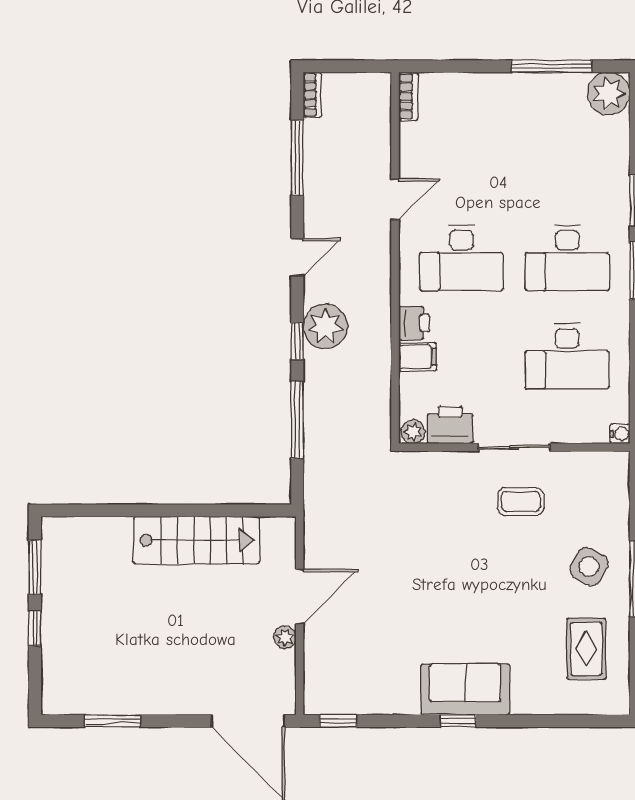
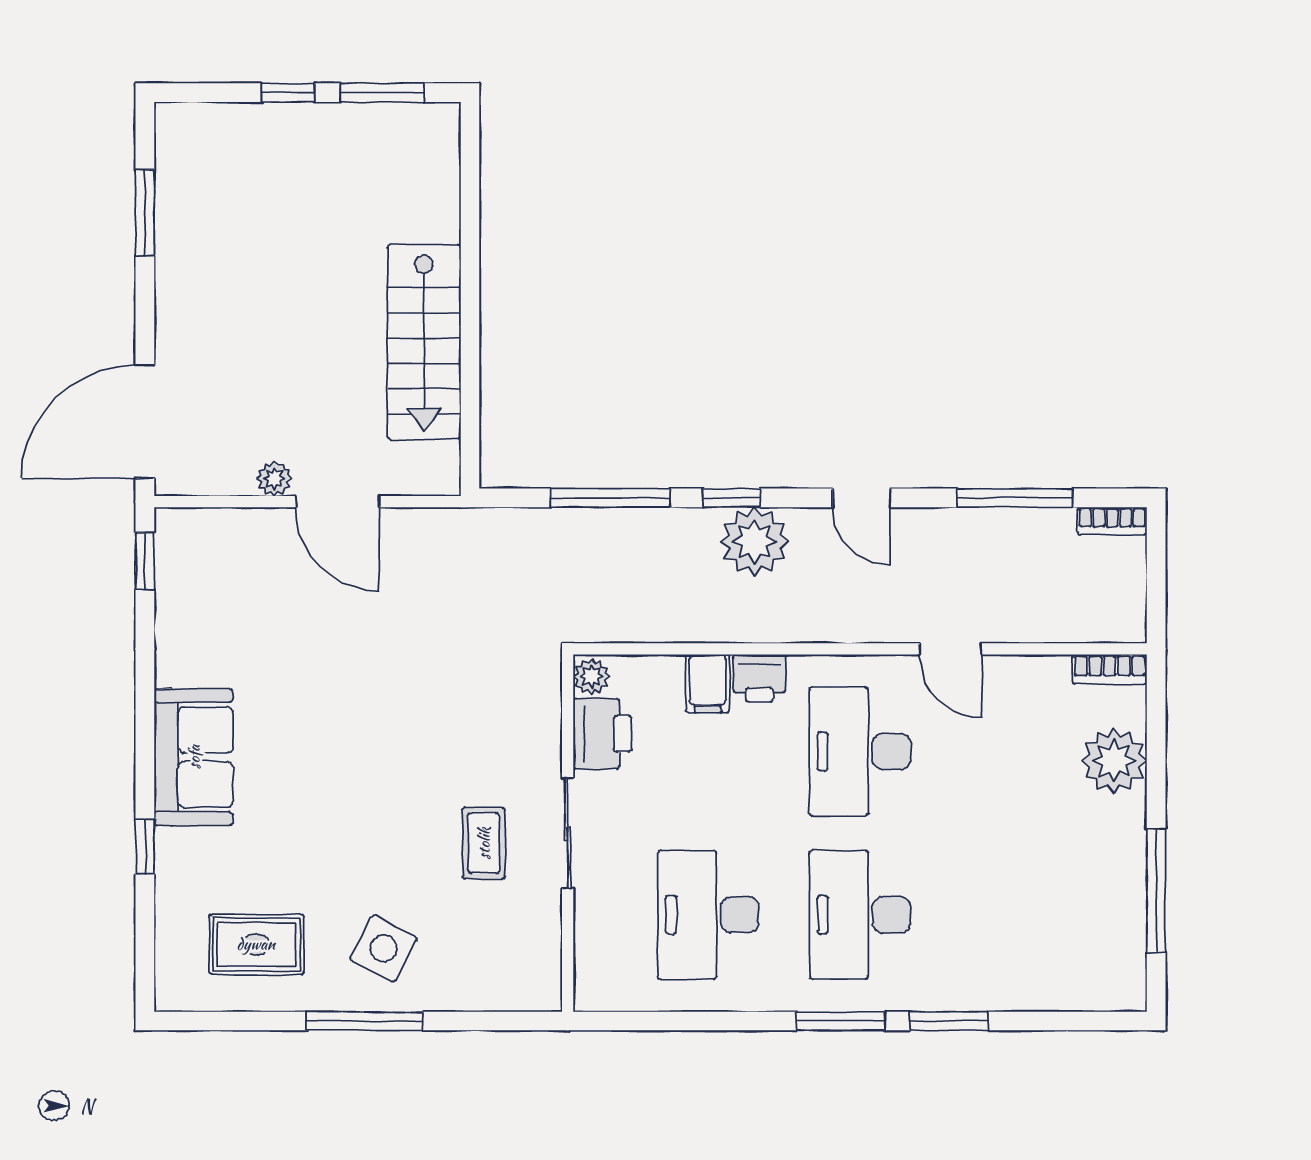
plant: (609, 93) -> (1114, 761), moved
water cooler: (620, 434) -> (588, 997), removed
window: (458, 721) -> (145, 847), moved

